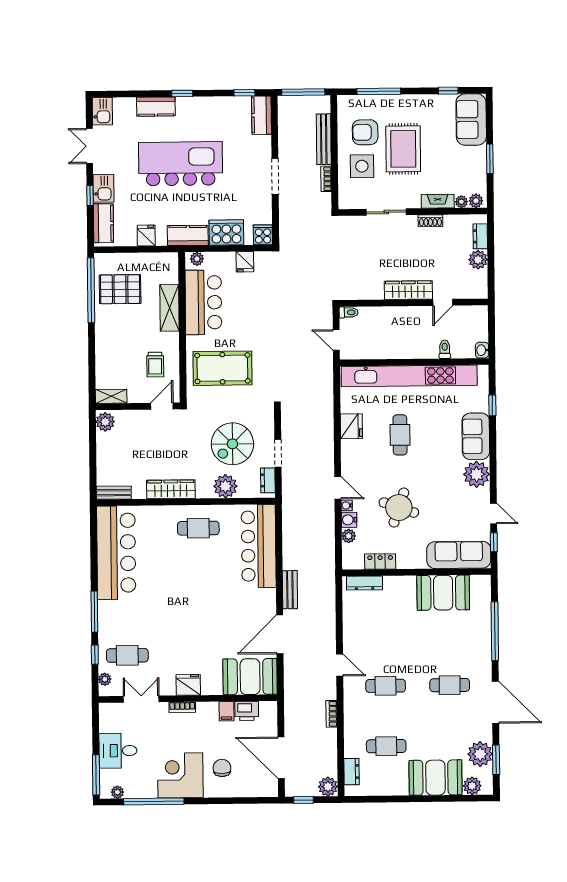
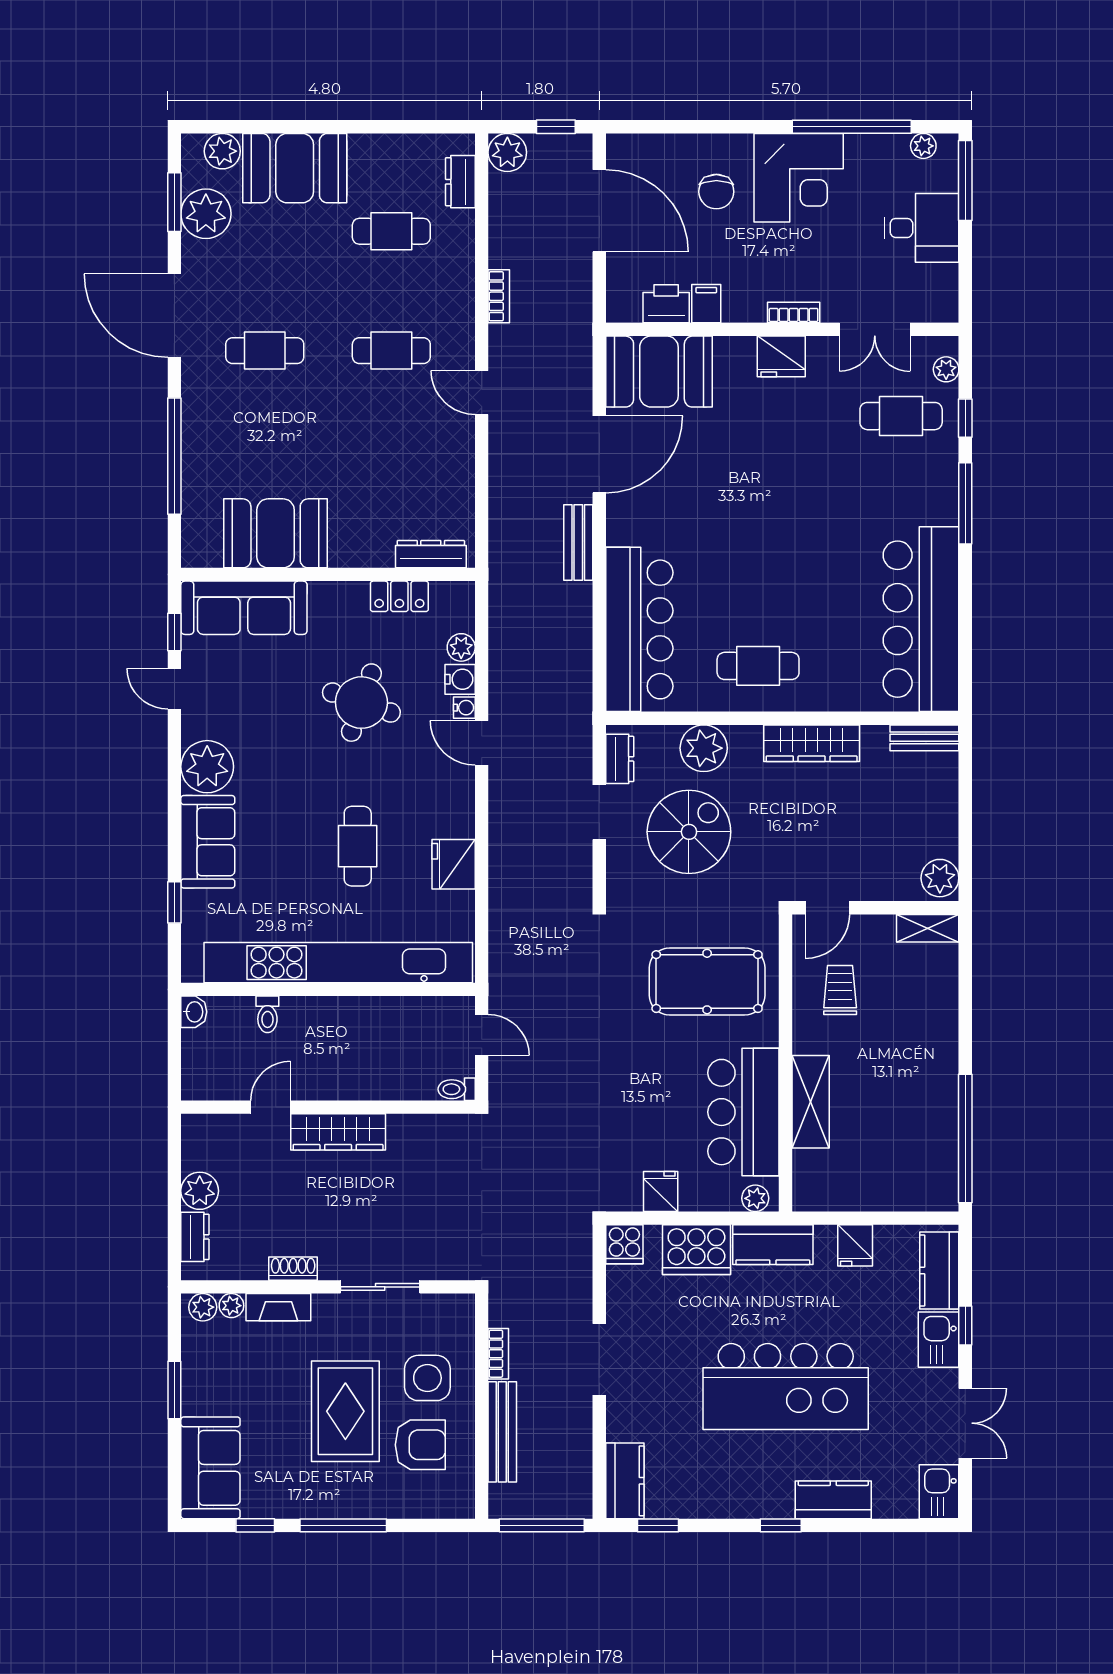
window: (379, 91) -> (343, 1525), moved
pallet: (120, 289) -> (908, 1140), removed

